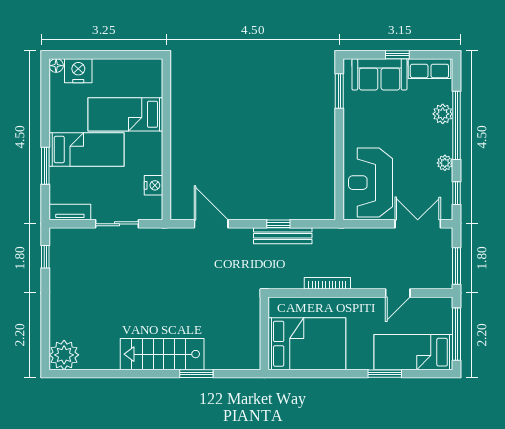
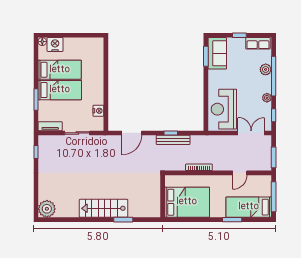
sofa: (379, 74) -> (217, 53), moved, turned -90
bed: (125, 114) -> (60, 70), moved, turned 180
door: (211, 224) -> (132, 133), swing flipped

